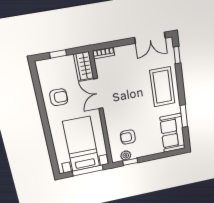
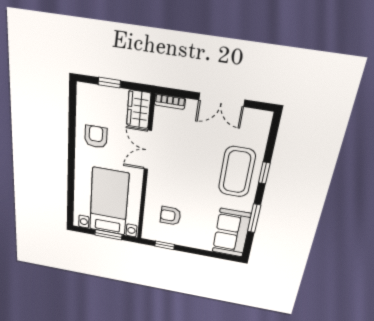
double door: (150, 38) -> (222, 100), moved
window: (177, 55) -> (264, 173), moved
armchair: (59, 97) -> (96, 137), turned -90
plant: (126, 155) -> (161, 236), removed
window: (88, 171) -> (108, 235), width x0.69

